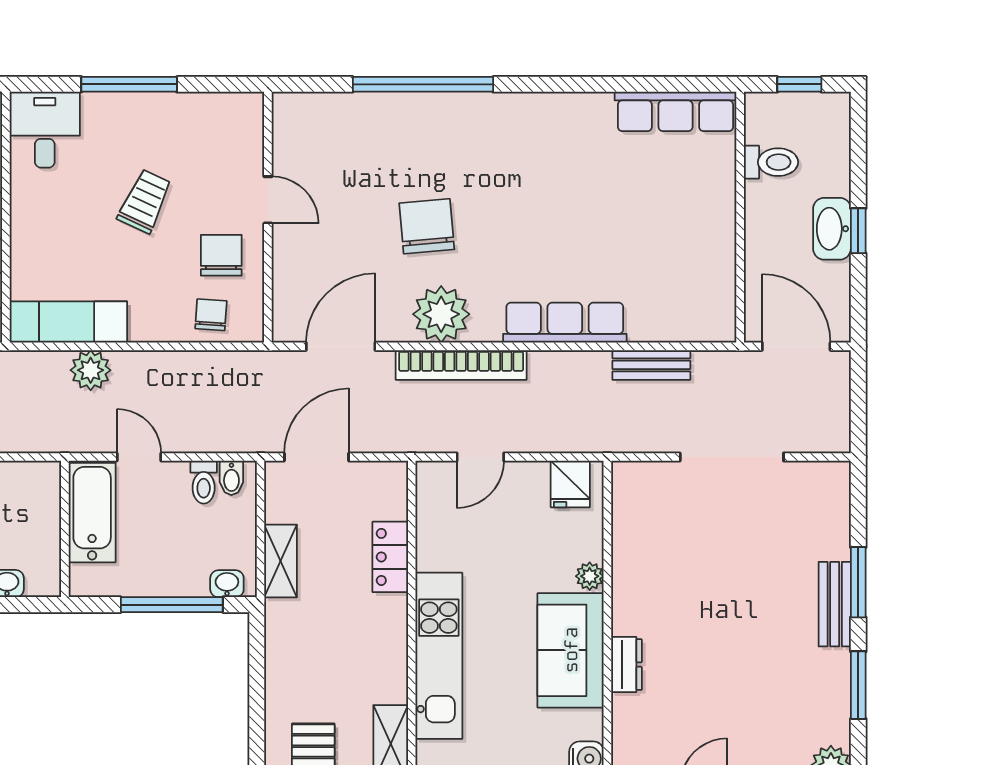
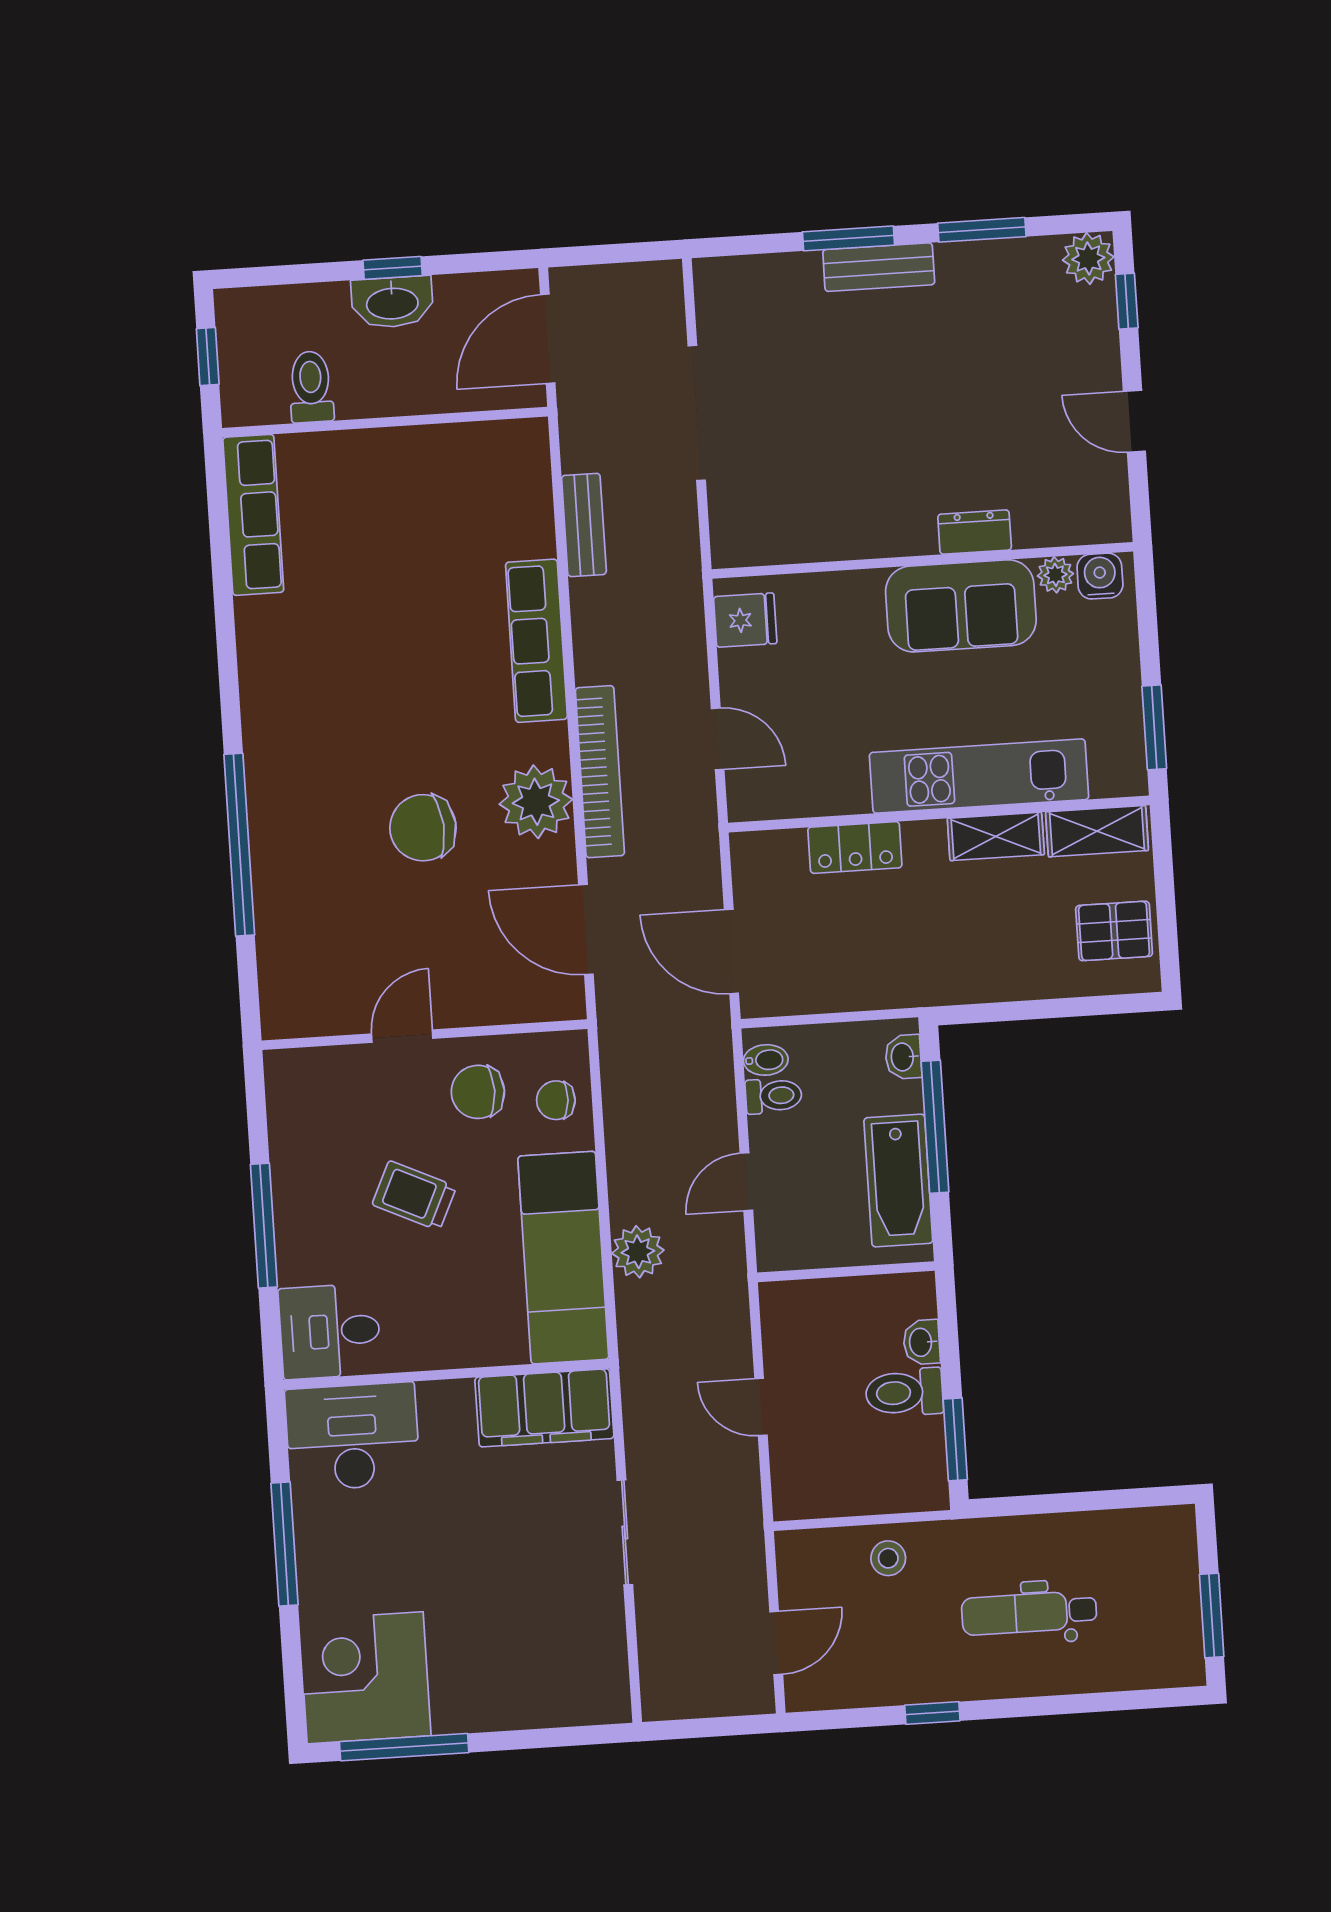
exam couch: (68, 322) -> (563, 1258), width x1.36, depth x1.45
bathtub: (92, 513) -> (898, 1181), moved, turned -90
shelving: (281, 561) -> (996, 836), moved
plant: (590, 576) -> (1055, 575), moved

